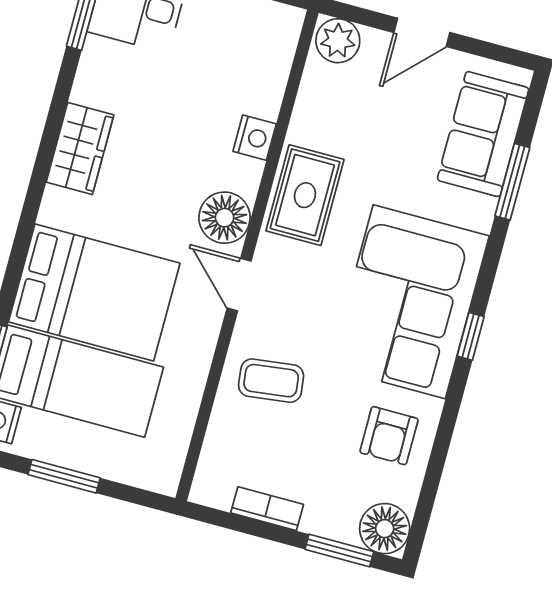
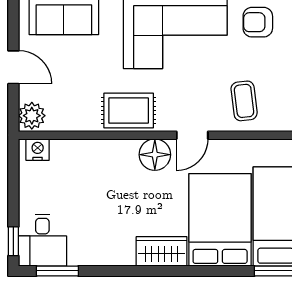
nightstand: (255, 138) -> (38, 150), moved
wardrobe: (80, 148) -> (162, 251), moved
armchair: (389, 436) -> (258, 22), turned 180

